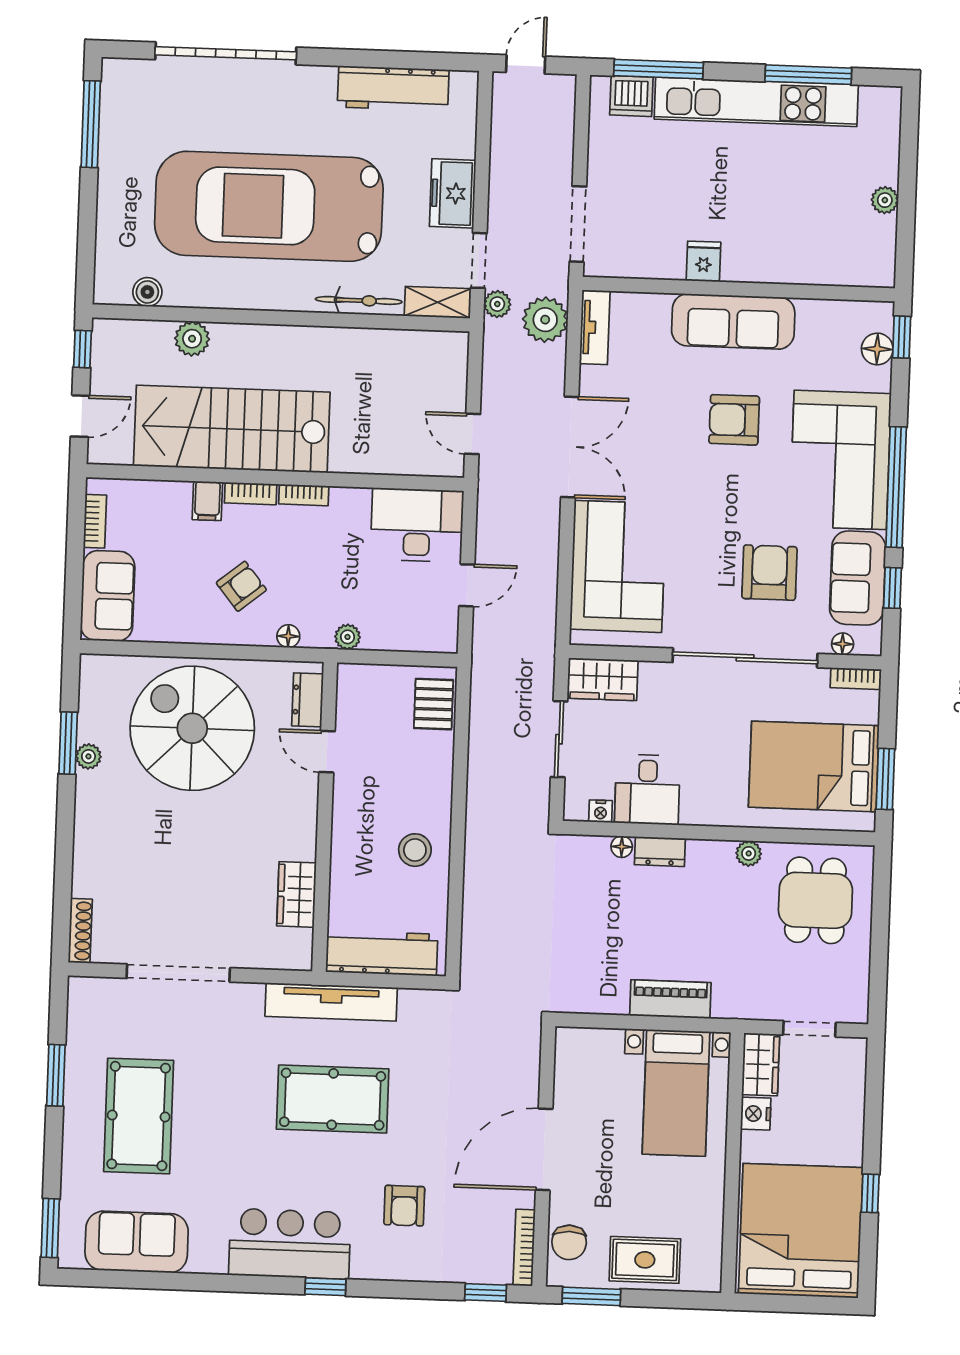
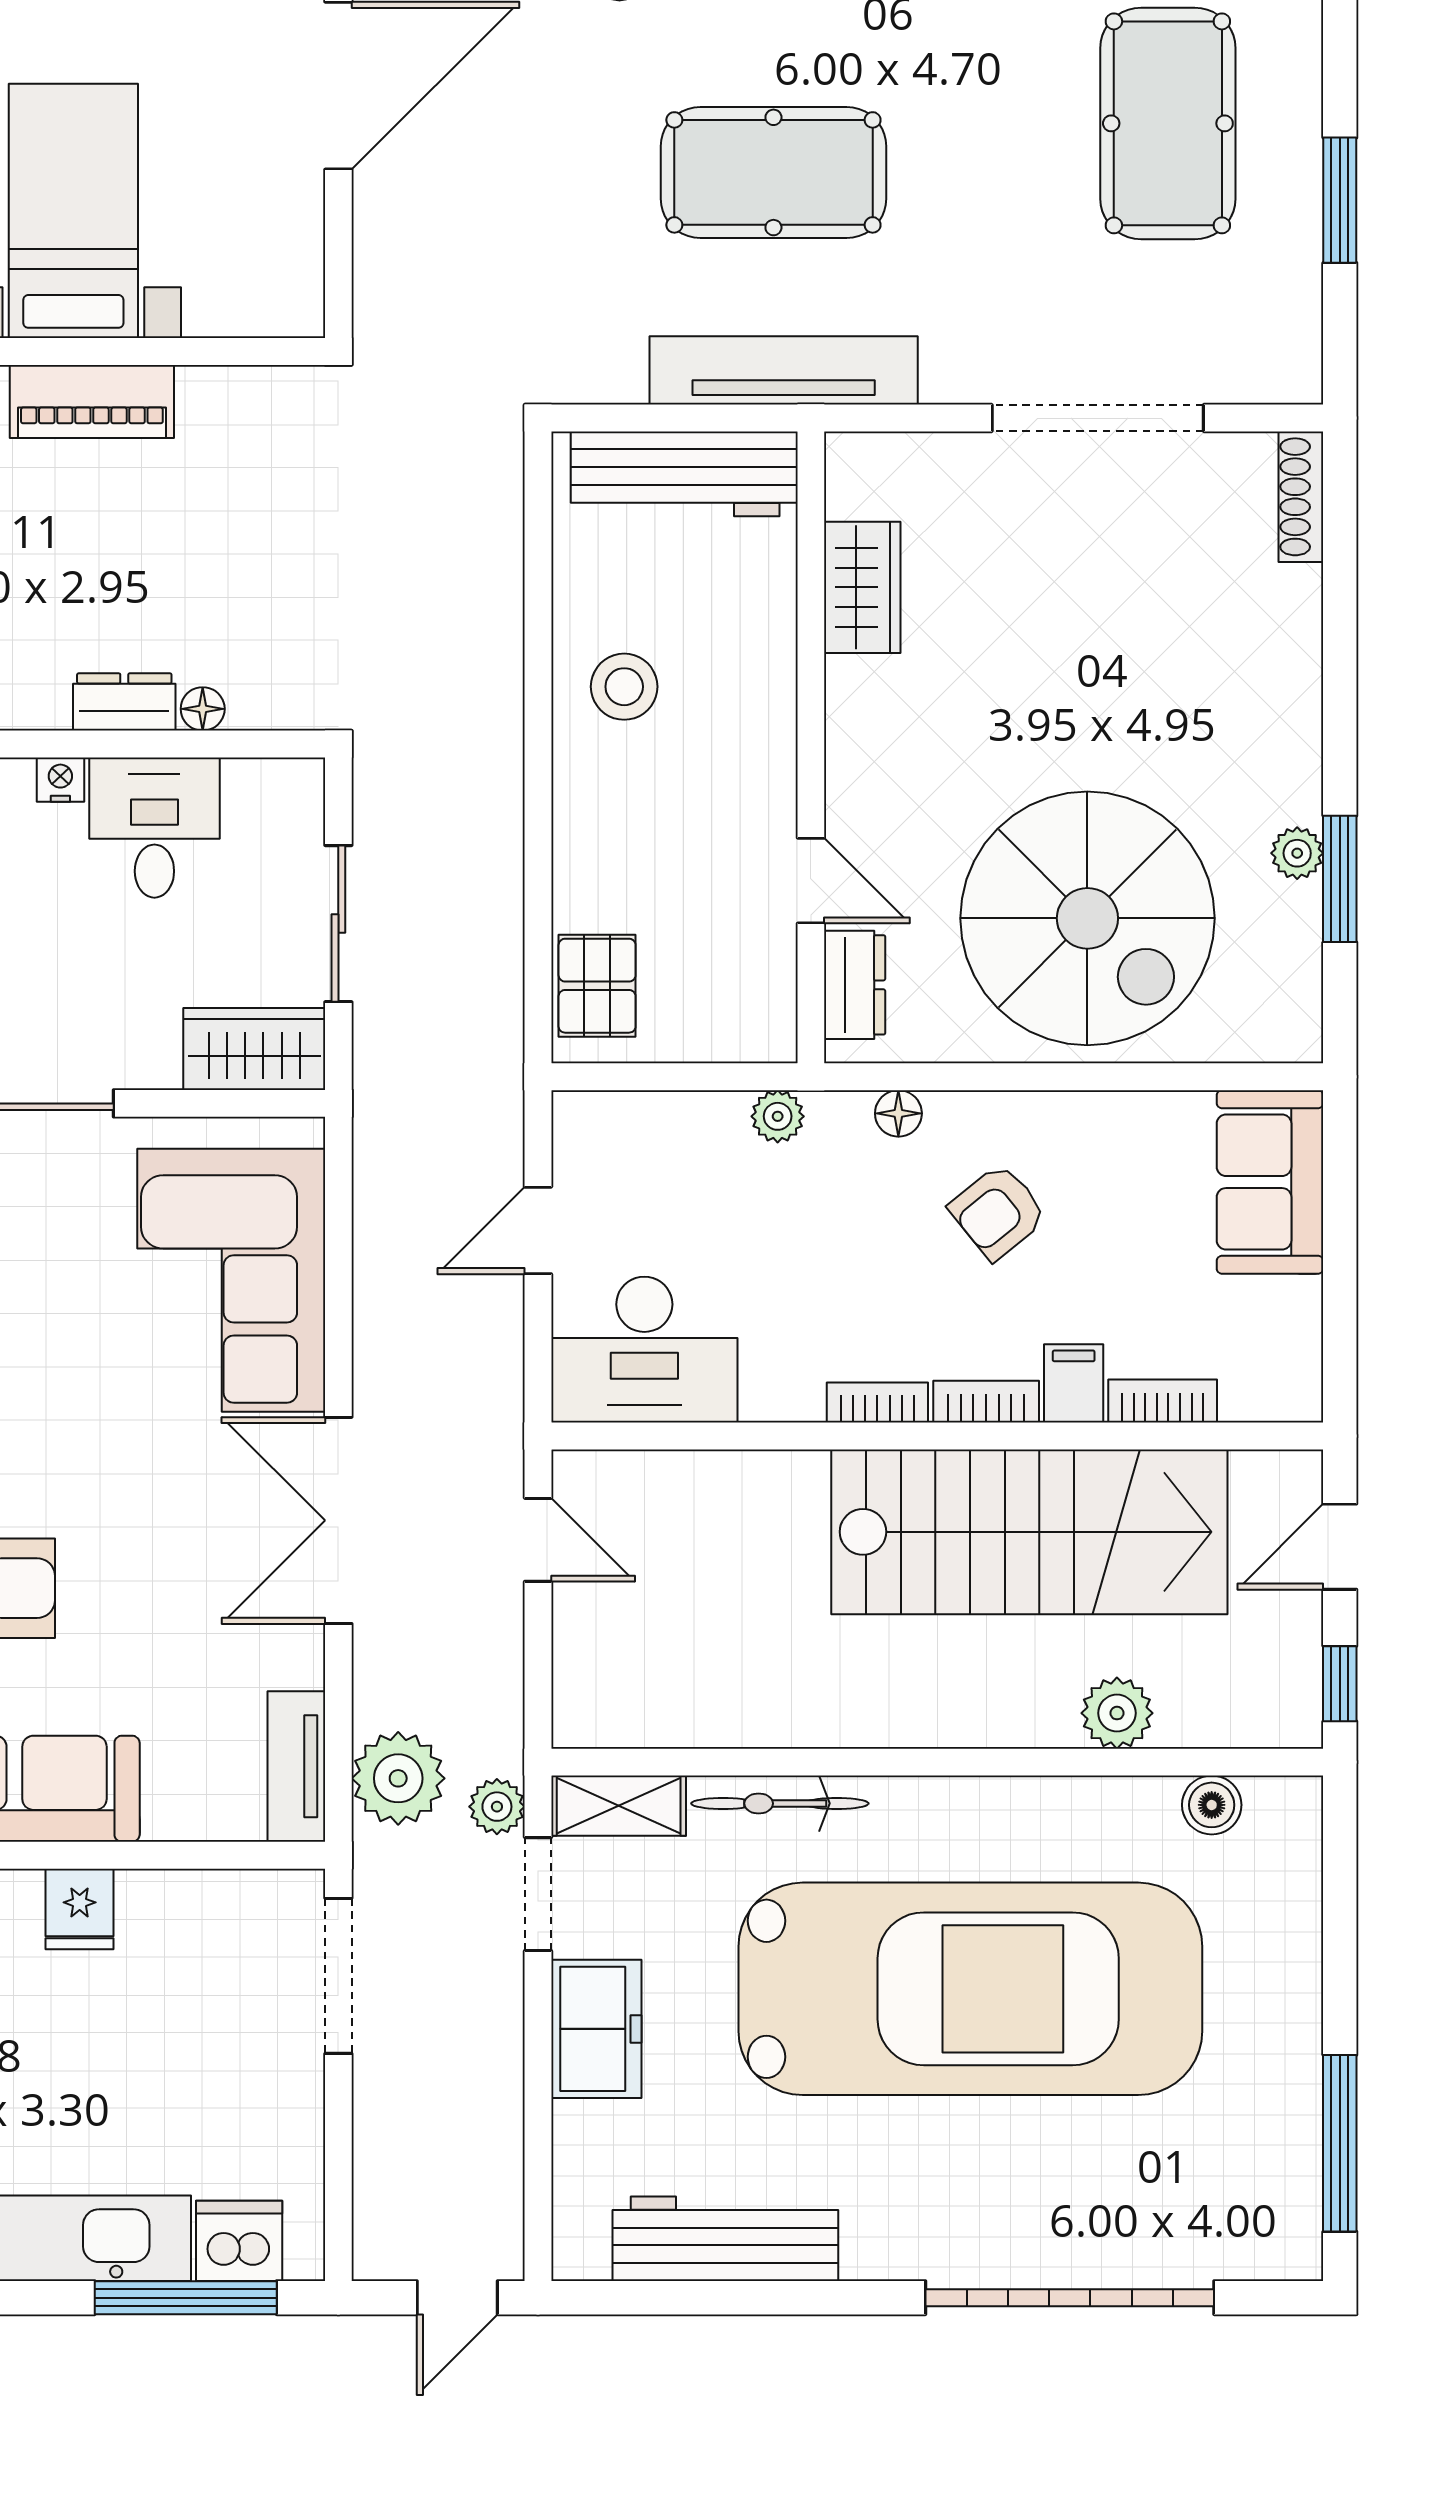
bookcase: (95, 521) -> (1163, 1401), moved, turned 90
nightstand: (601, 811) -> (60, 780), moved

